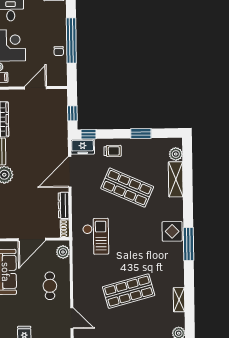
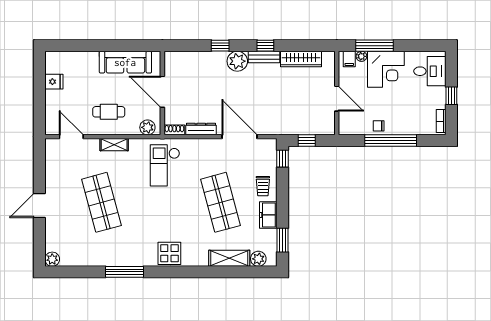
window: (141, 133) -> (282, 240), moved
freezer: (83, 147) -> (268, 215), moved
shop shelf: (127, 188) -> (220, 202), turned -39
checkout: (96, 236) -> (165, 165), turned 90
window: (189, 244) -> (124, 272), moved
shelving: (179, 300) -> (114, 145), moved
door: (72, 318) -> (71, 137), swing flipped

